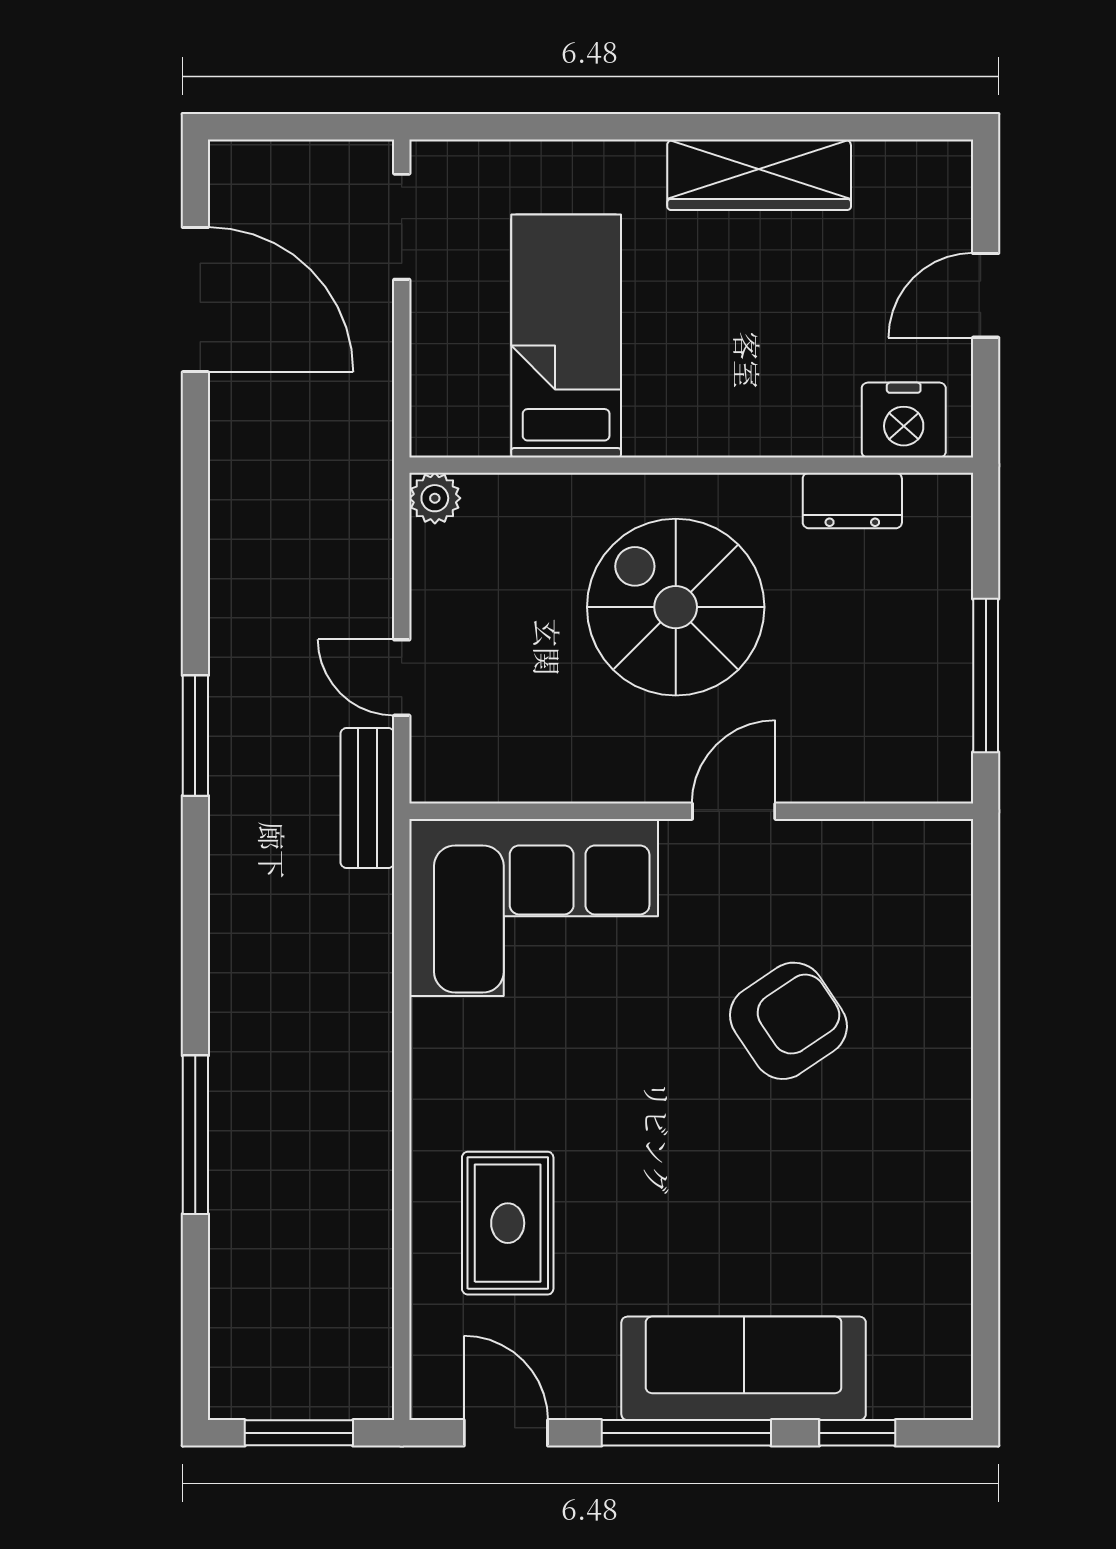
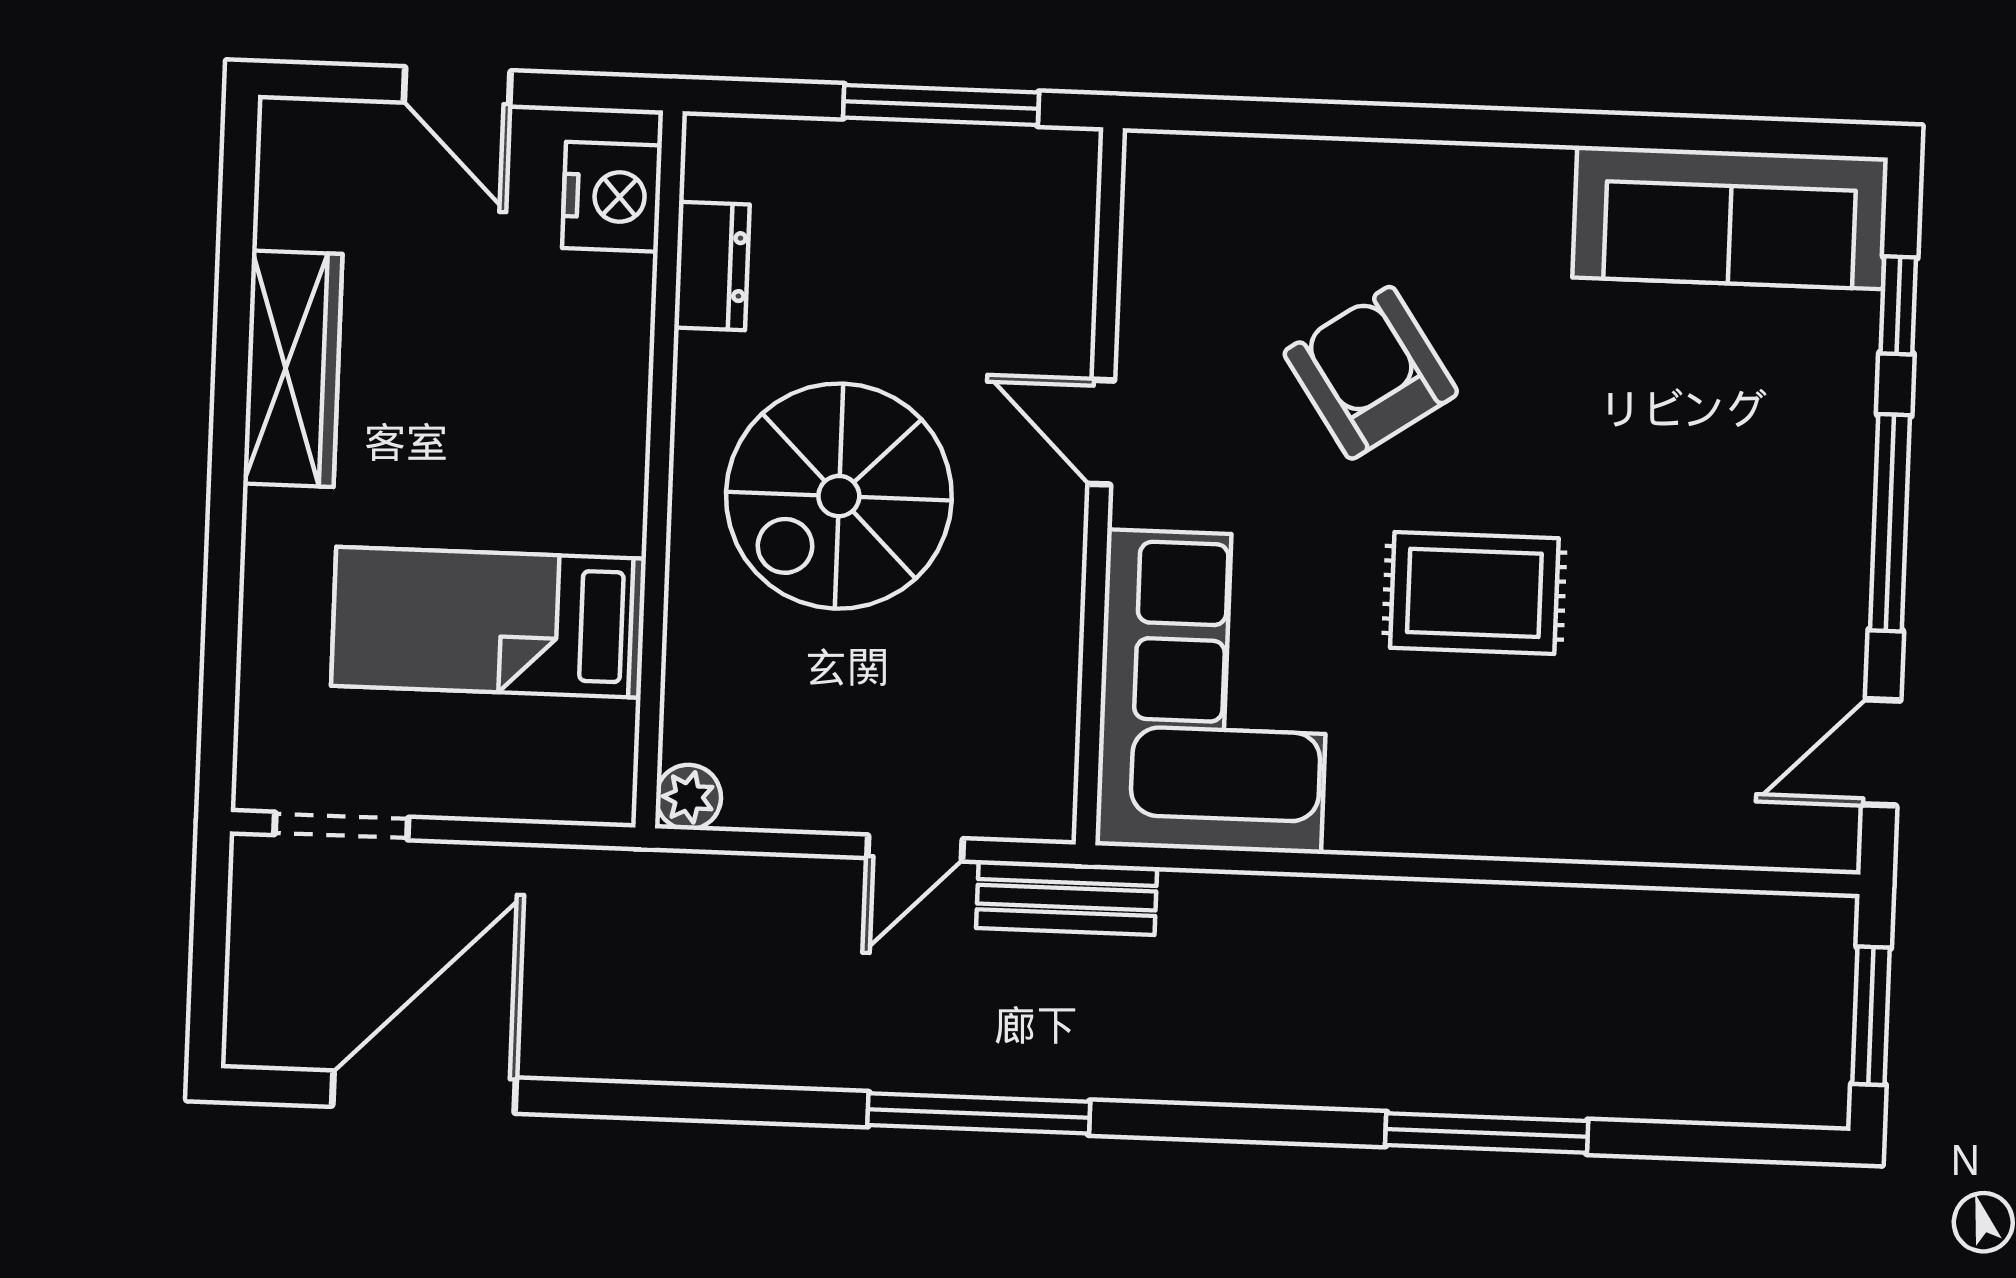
window: (195, 736) -> (979, 1113), width x1.44
rug: (508, 1223) -> (1474, 593), moved
sofa: (744, 1368) -> (1730, 217), moved, turned -90

